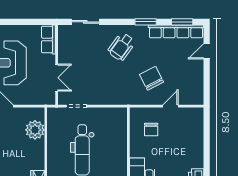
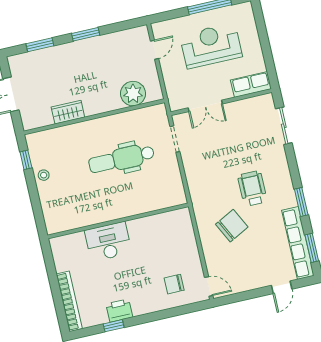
wheelchair: (121, 47) -> (252, 188), moved, turned 54
door: (207, 51) -> (282, 287), swing flipped
door: (170, 106) -> (209, 286), moved
chair: (151, 130) -> (174, 284), moved

